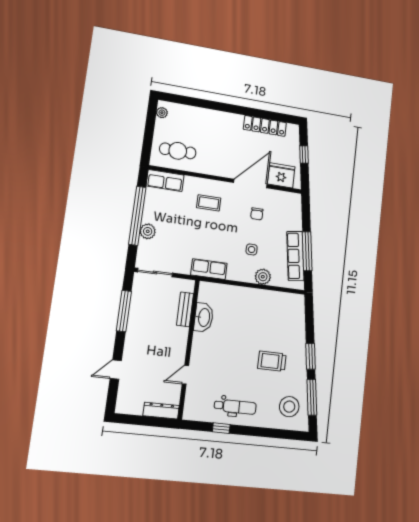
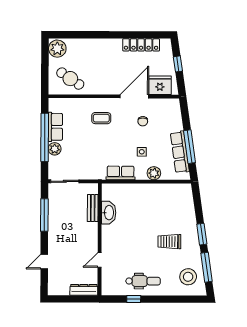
plant: (162, 113) -> (57, 49), width x1.88, depth x1.88
cafe table: (178, 151) -> (70, 79), turned 34
row of seats: (165, 181) -> (55, 127), moved, turned -90
row of seats: (209, 269) -> (121, 173), moved

